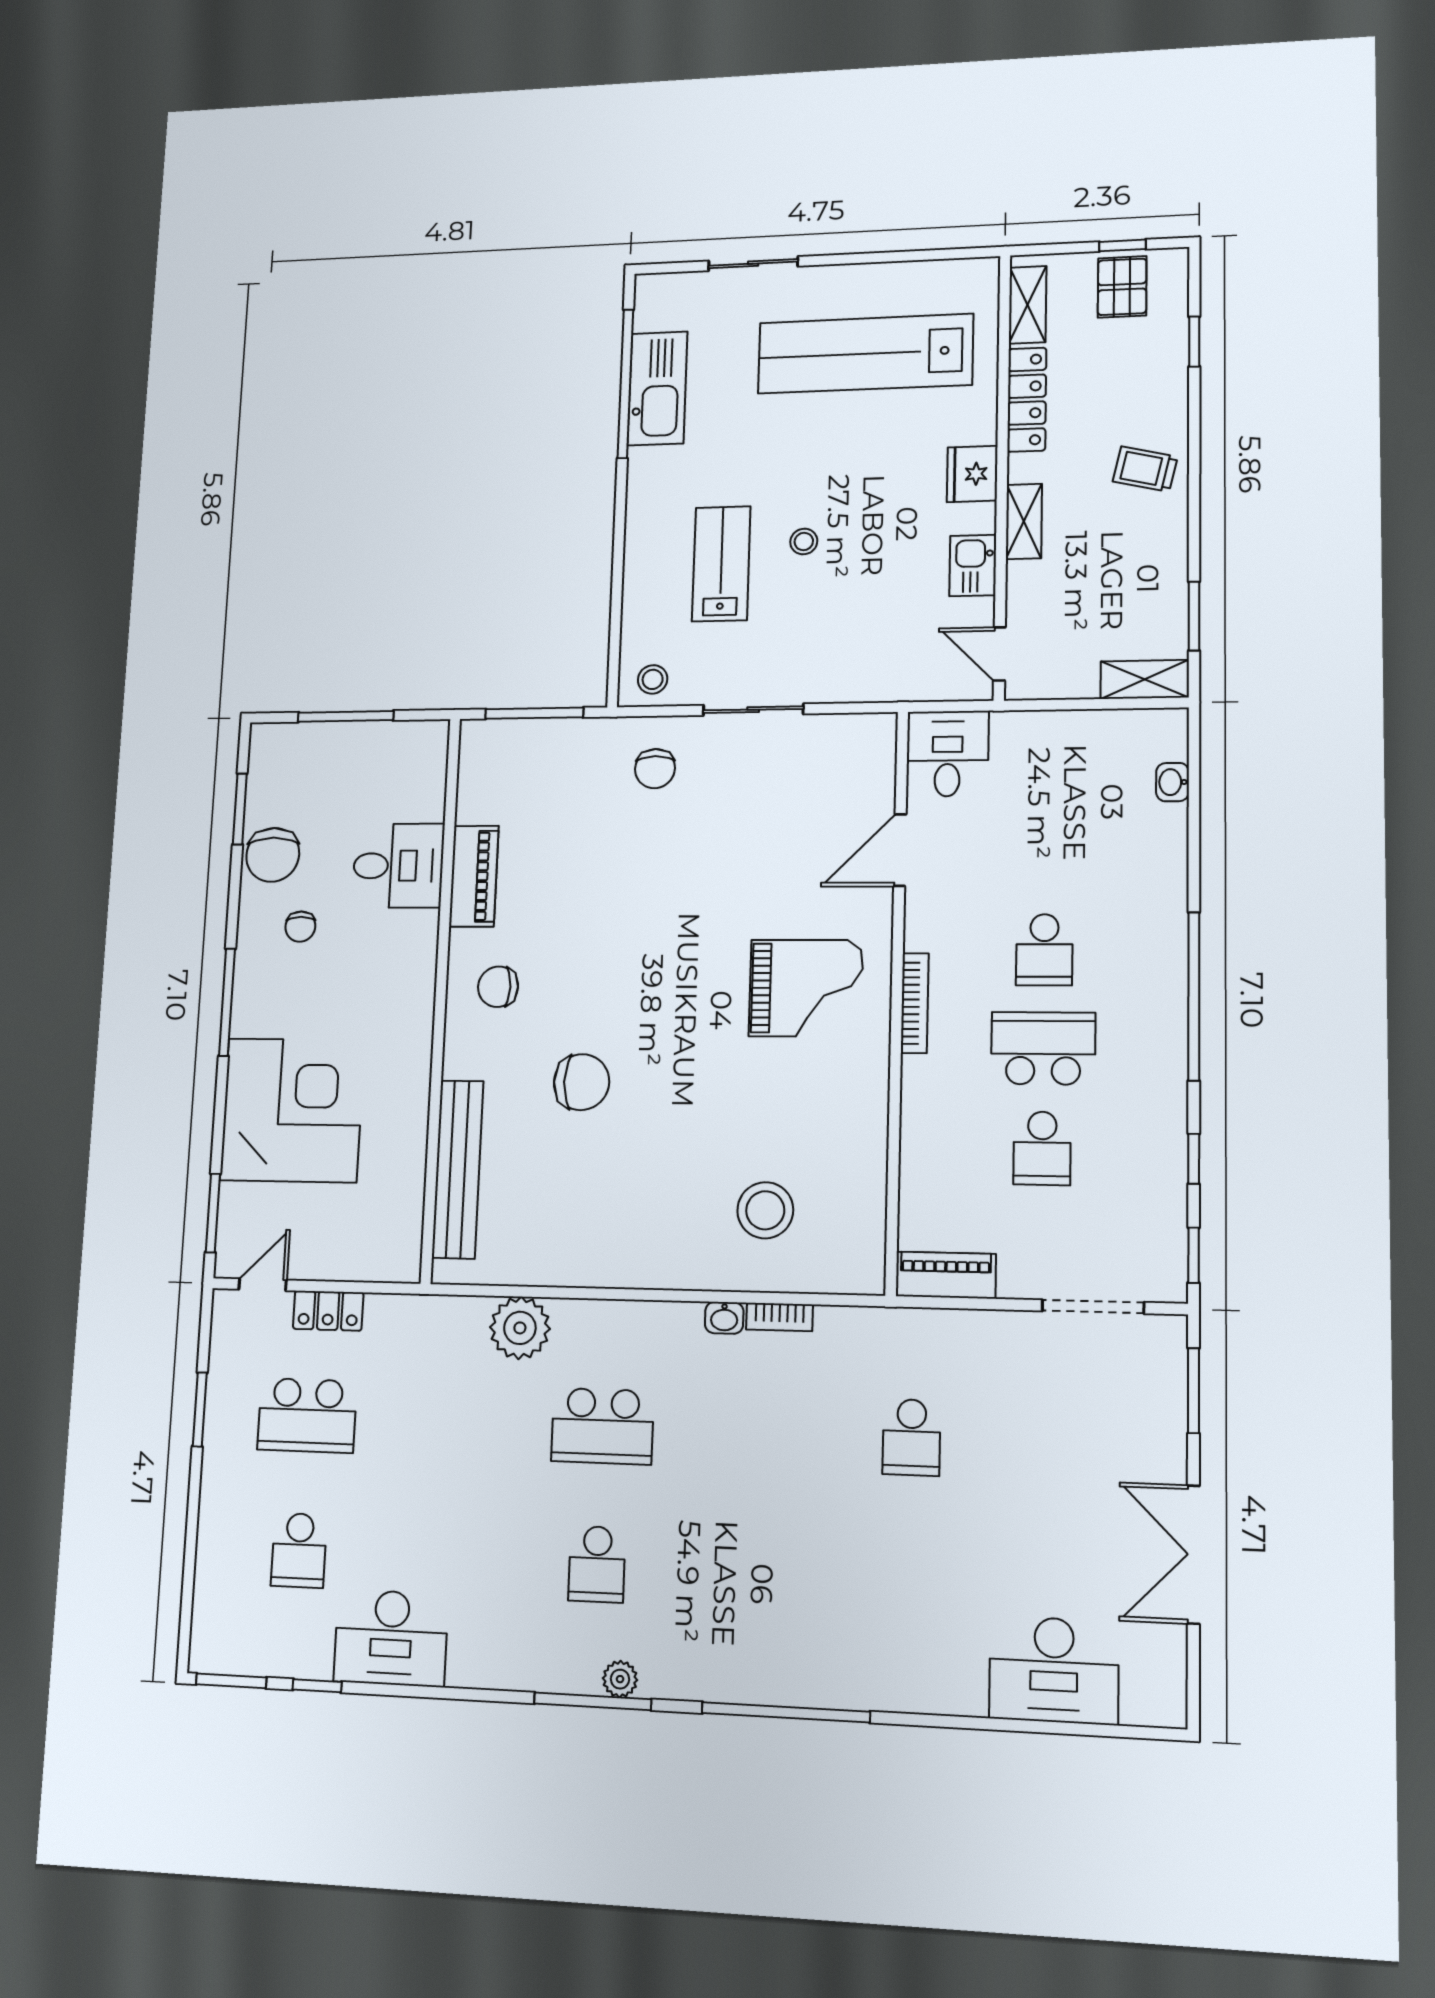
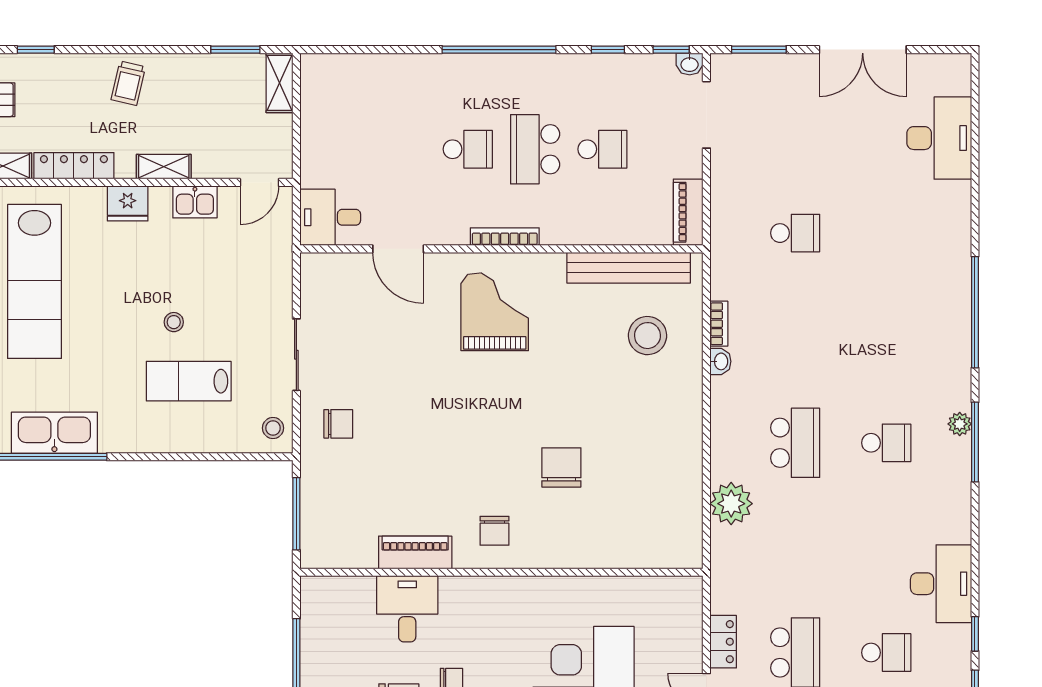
washbasin: (1172, 782) -> (690, 64), moved
bench: (458, 1169) -> (629, 268), moved

